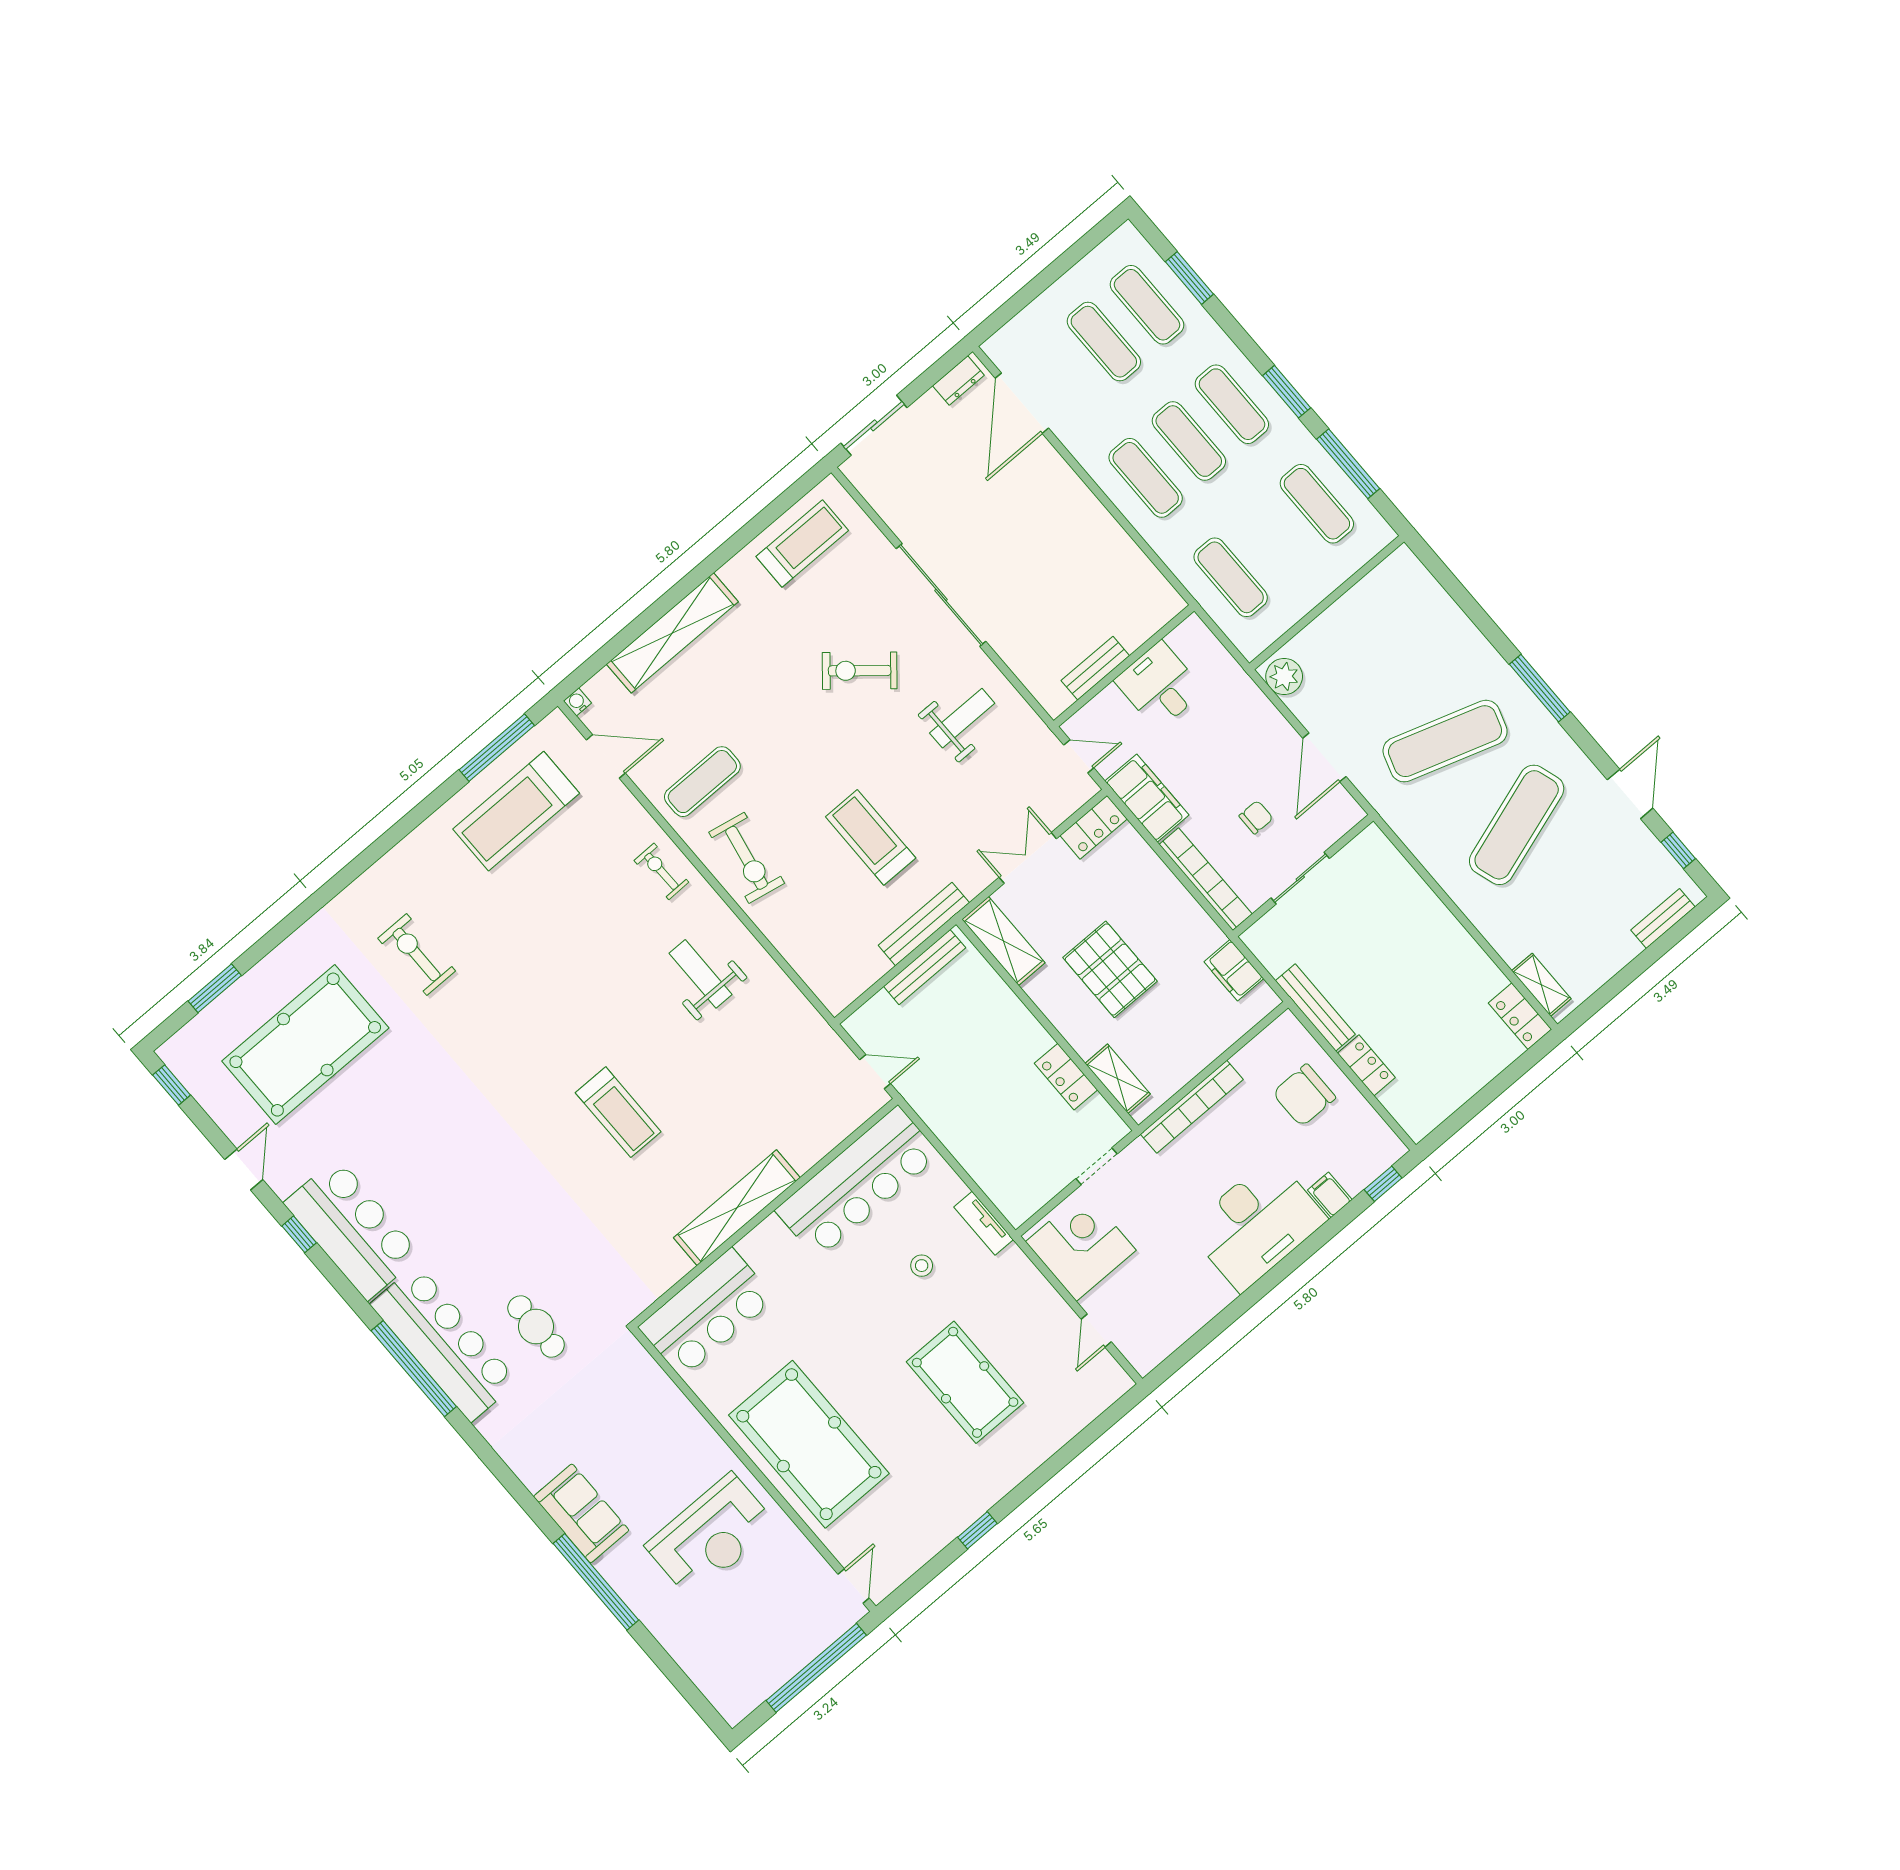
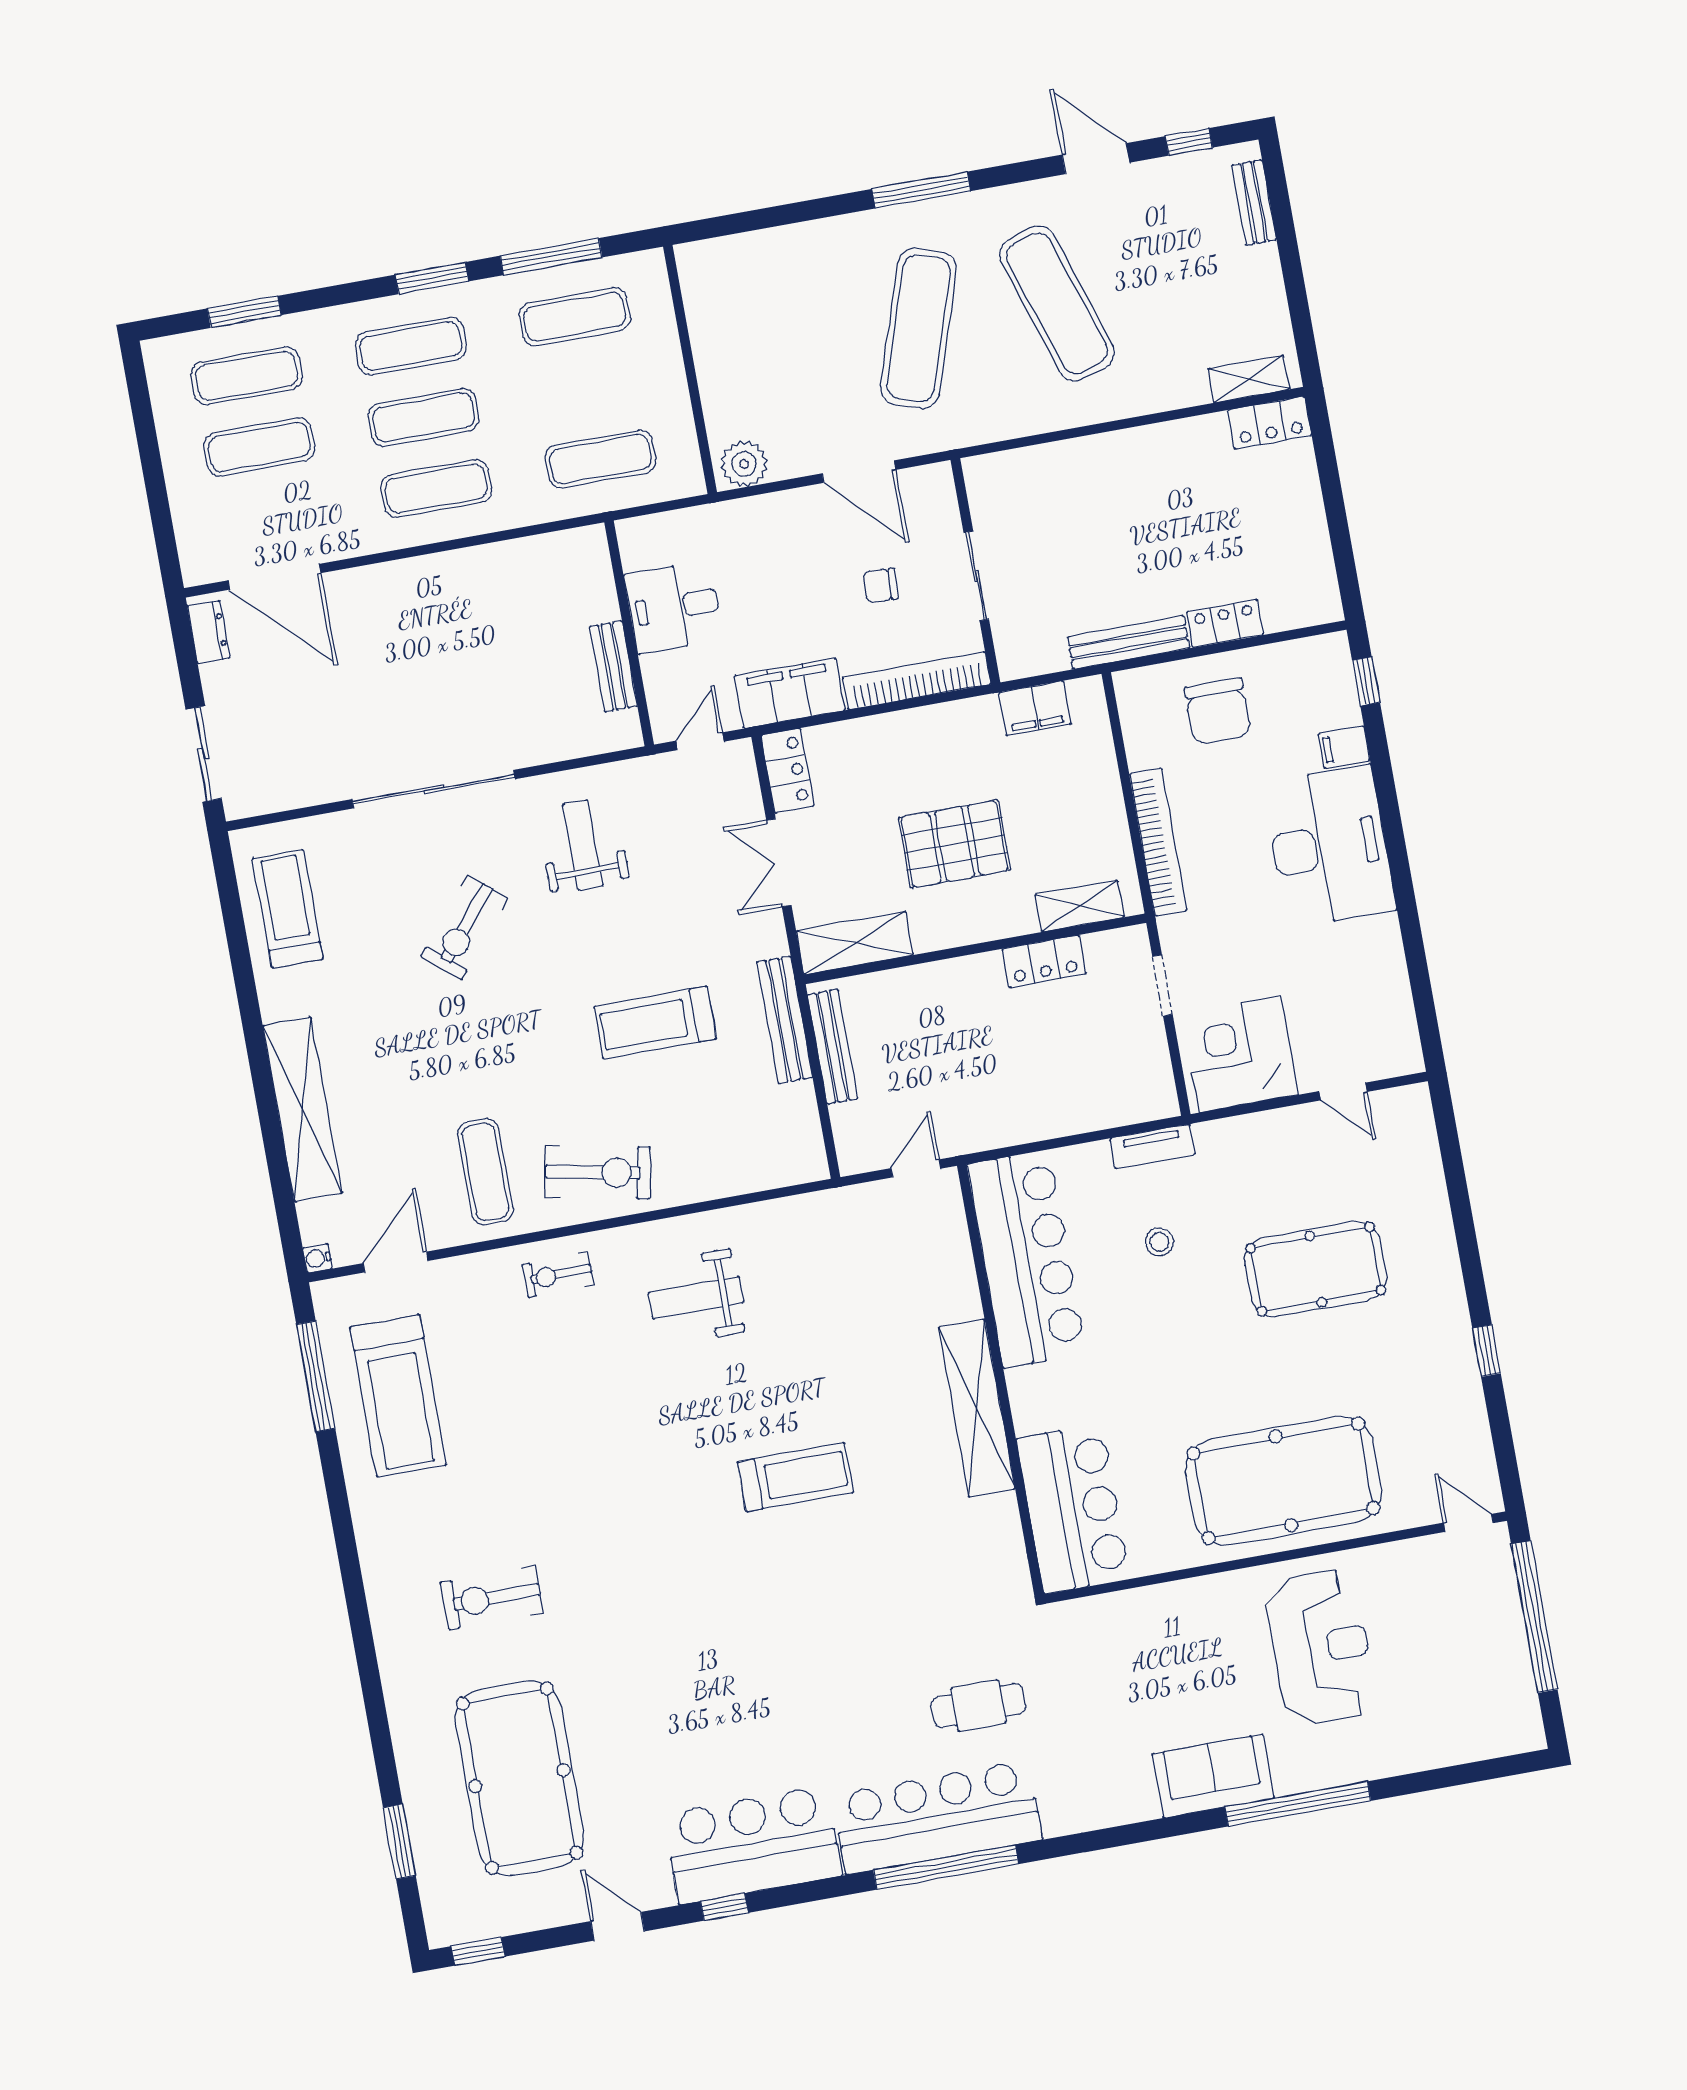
chair: (1256, 817) -> (881, 585), turned -87

